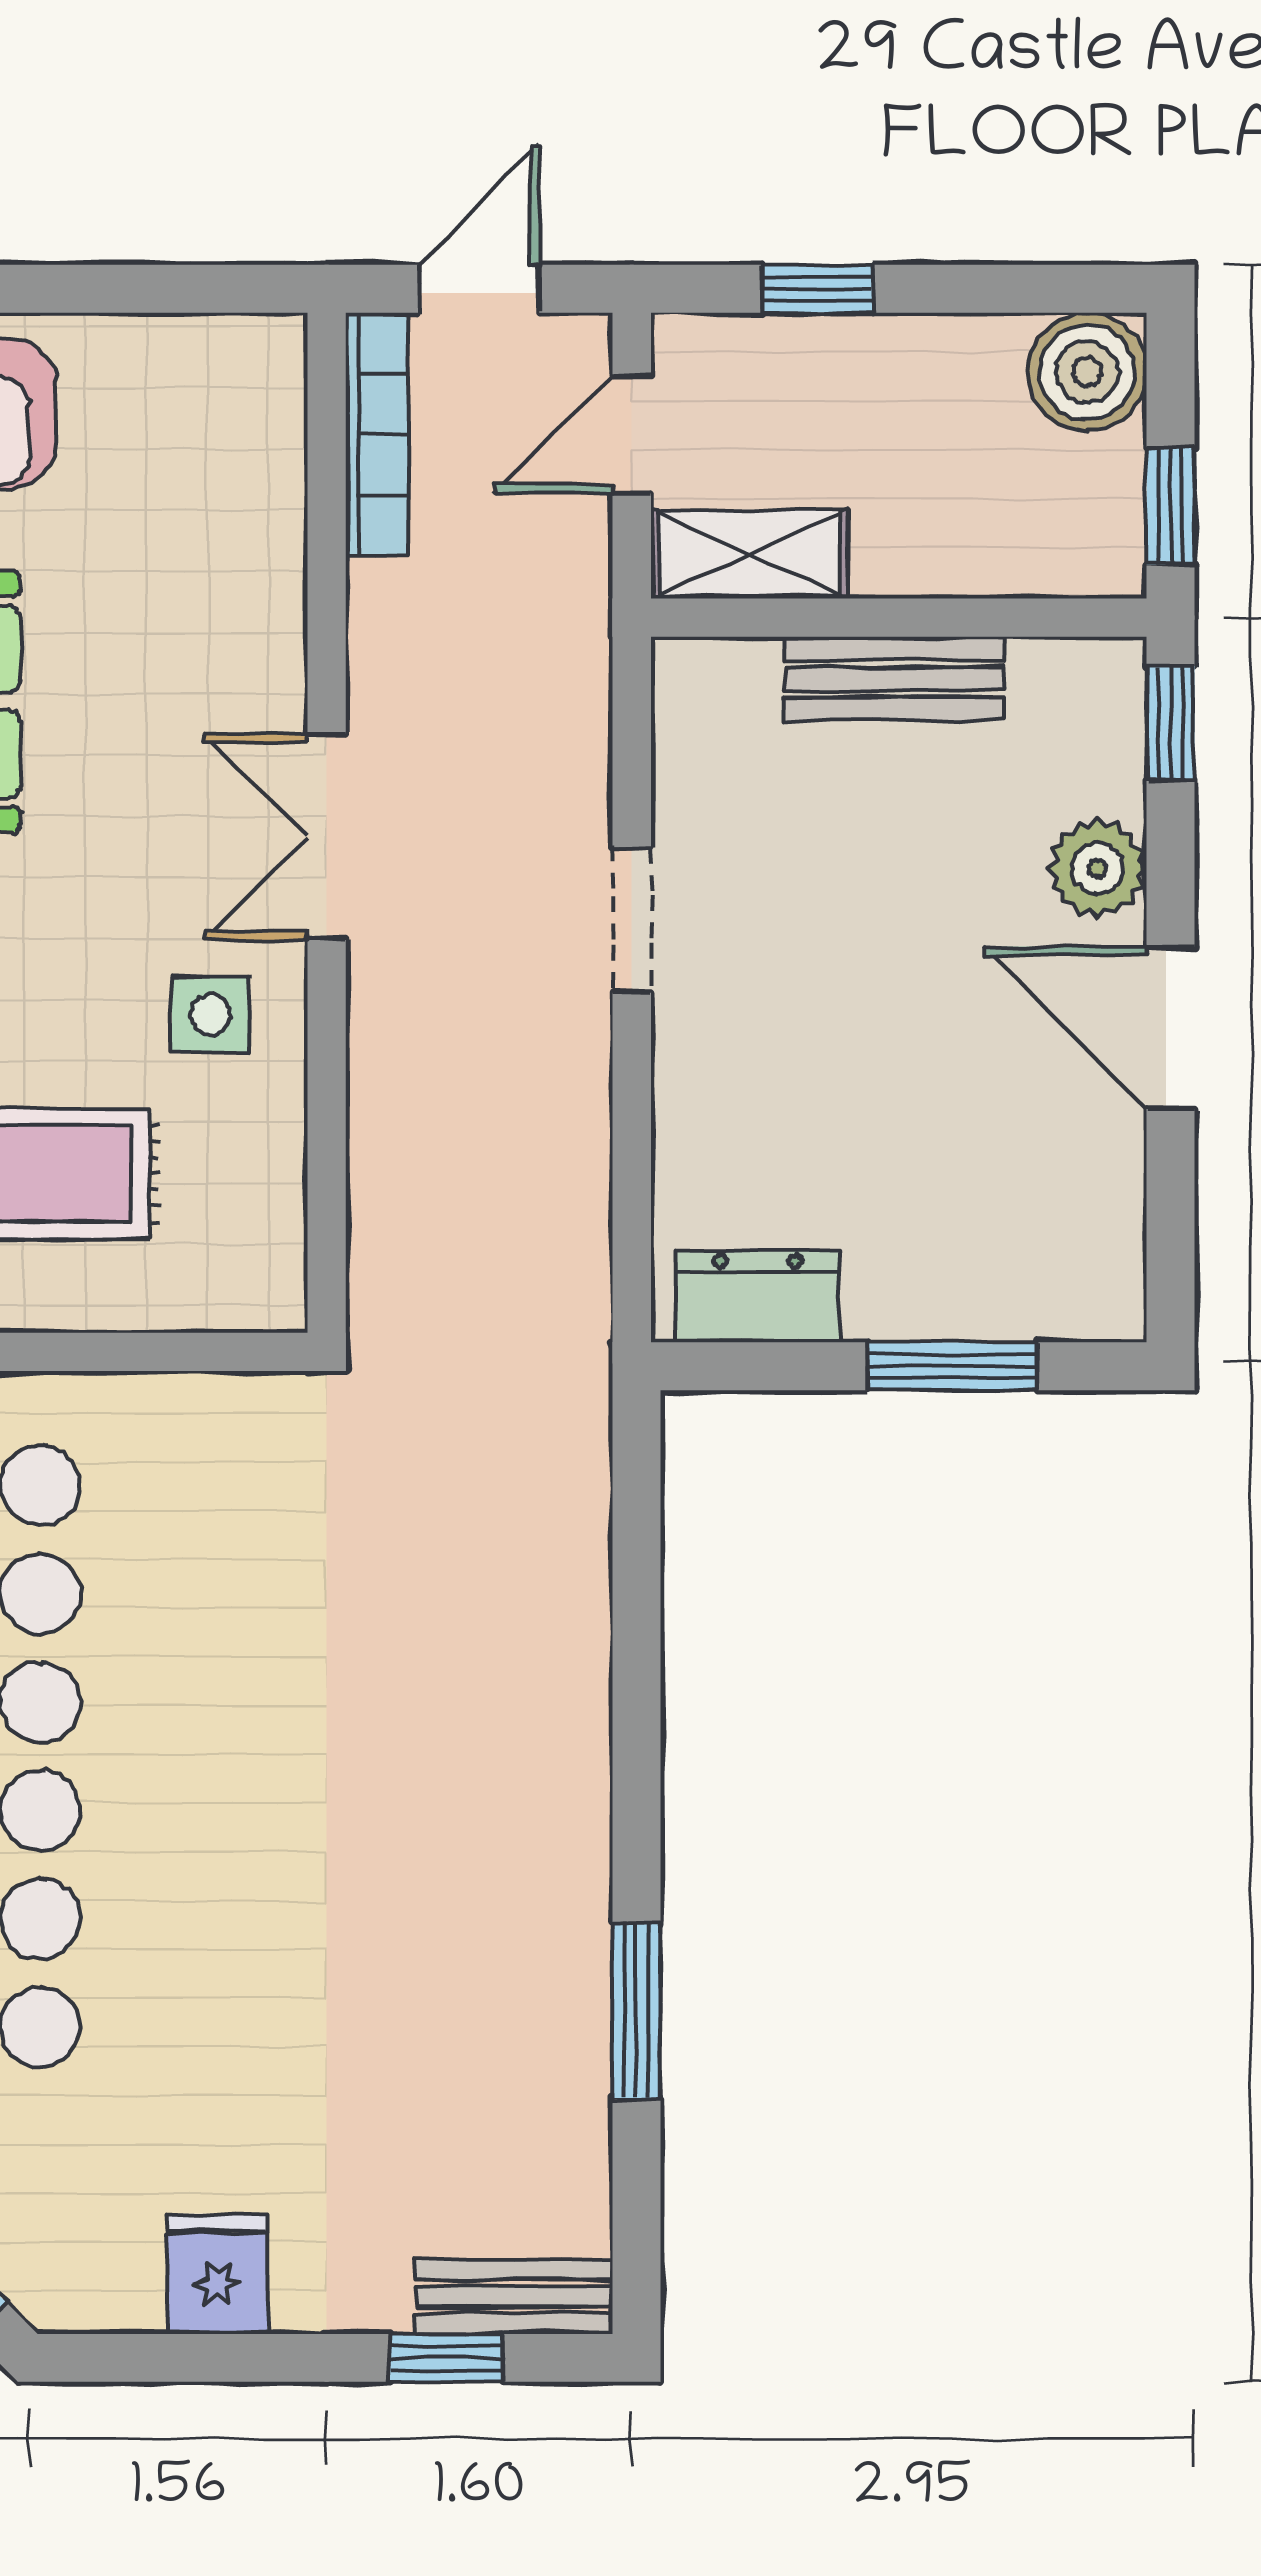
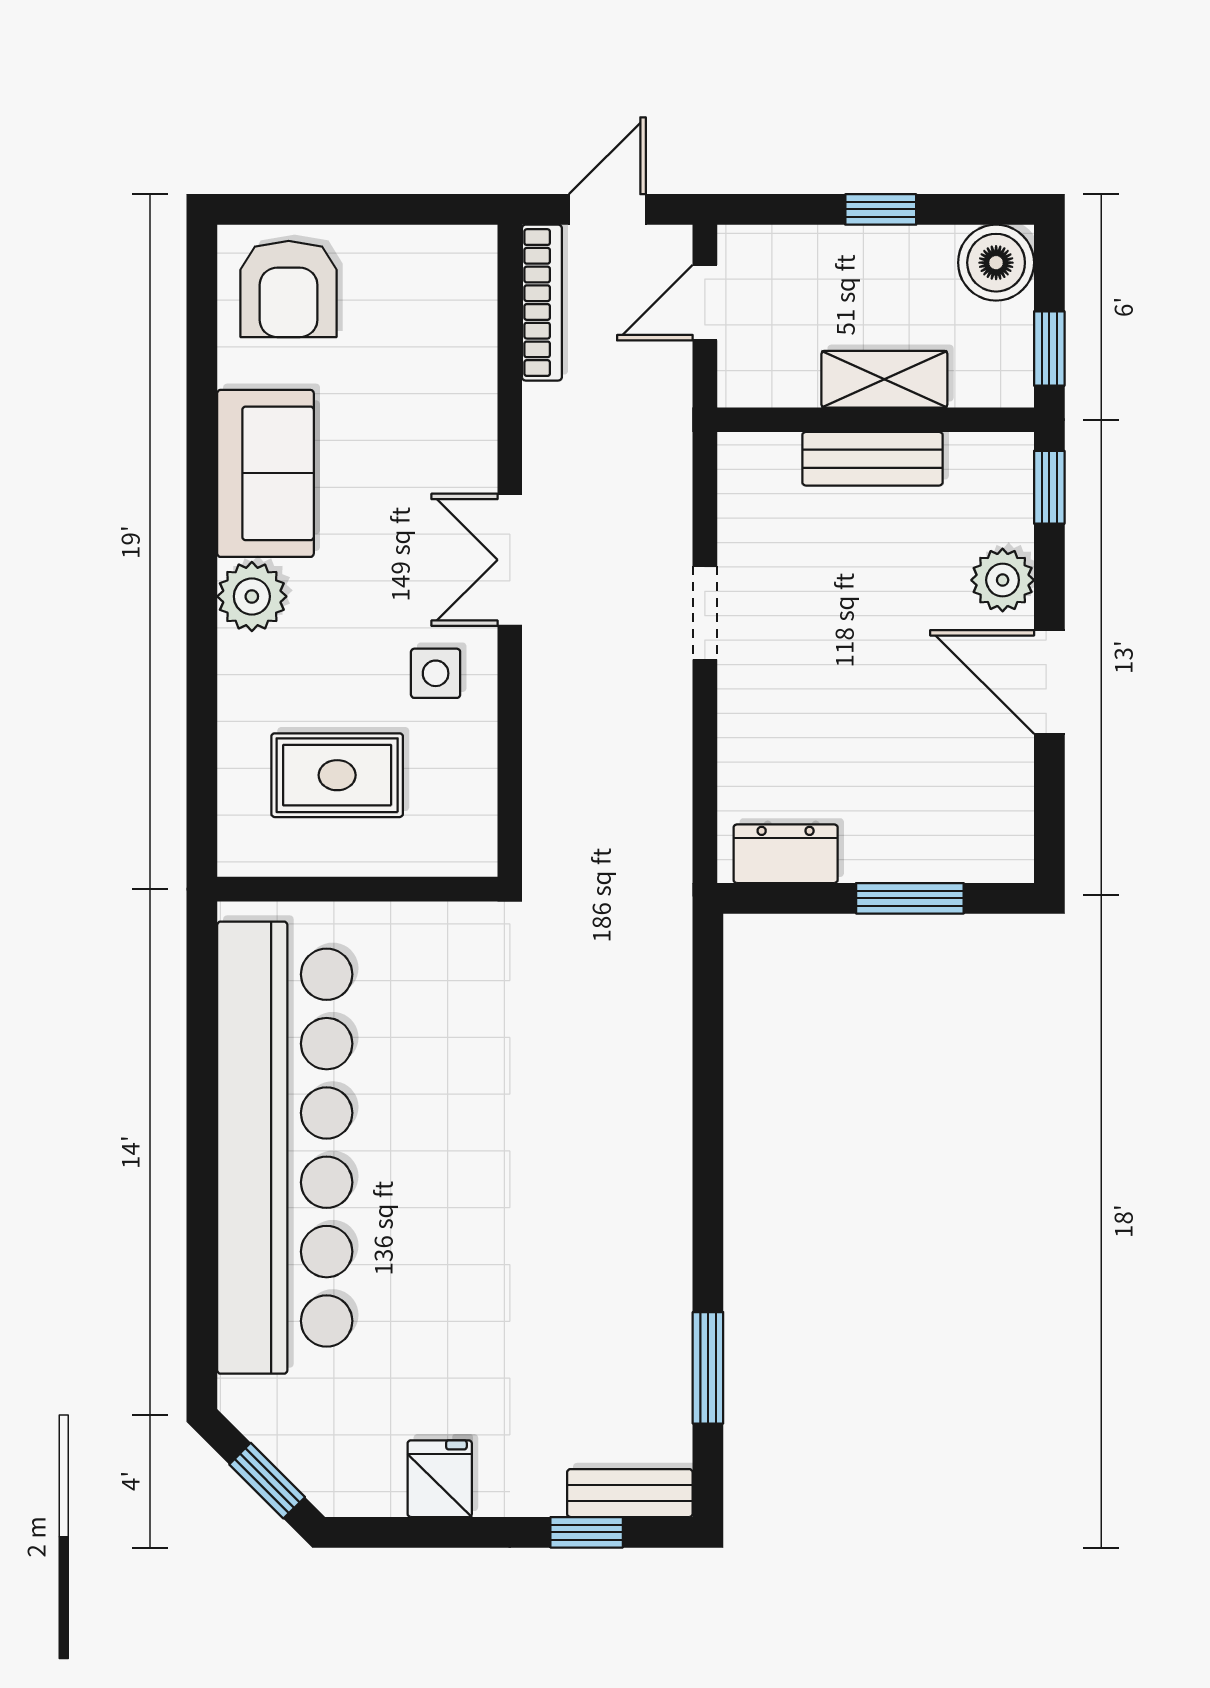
window: (818, 289) -> (881, 209), moved
shelving: (749, 554) -> (884, 379), moved
window: (637, 2011) -> (708, 1368), moved

